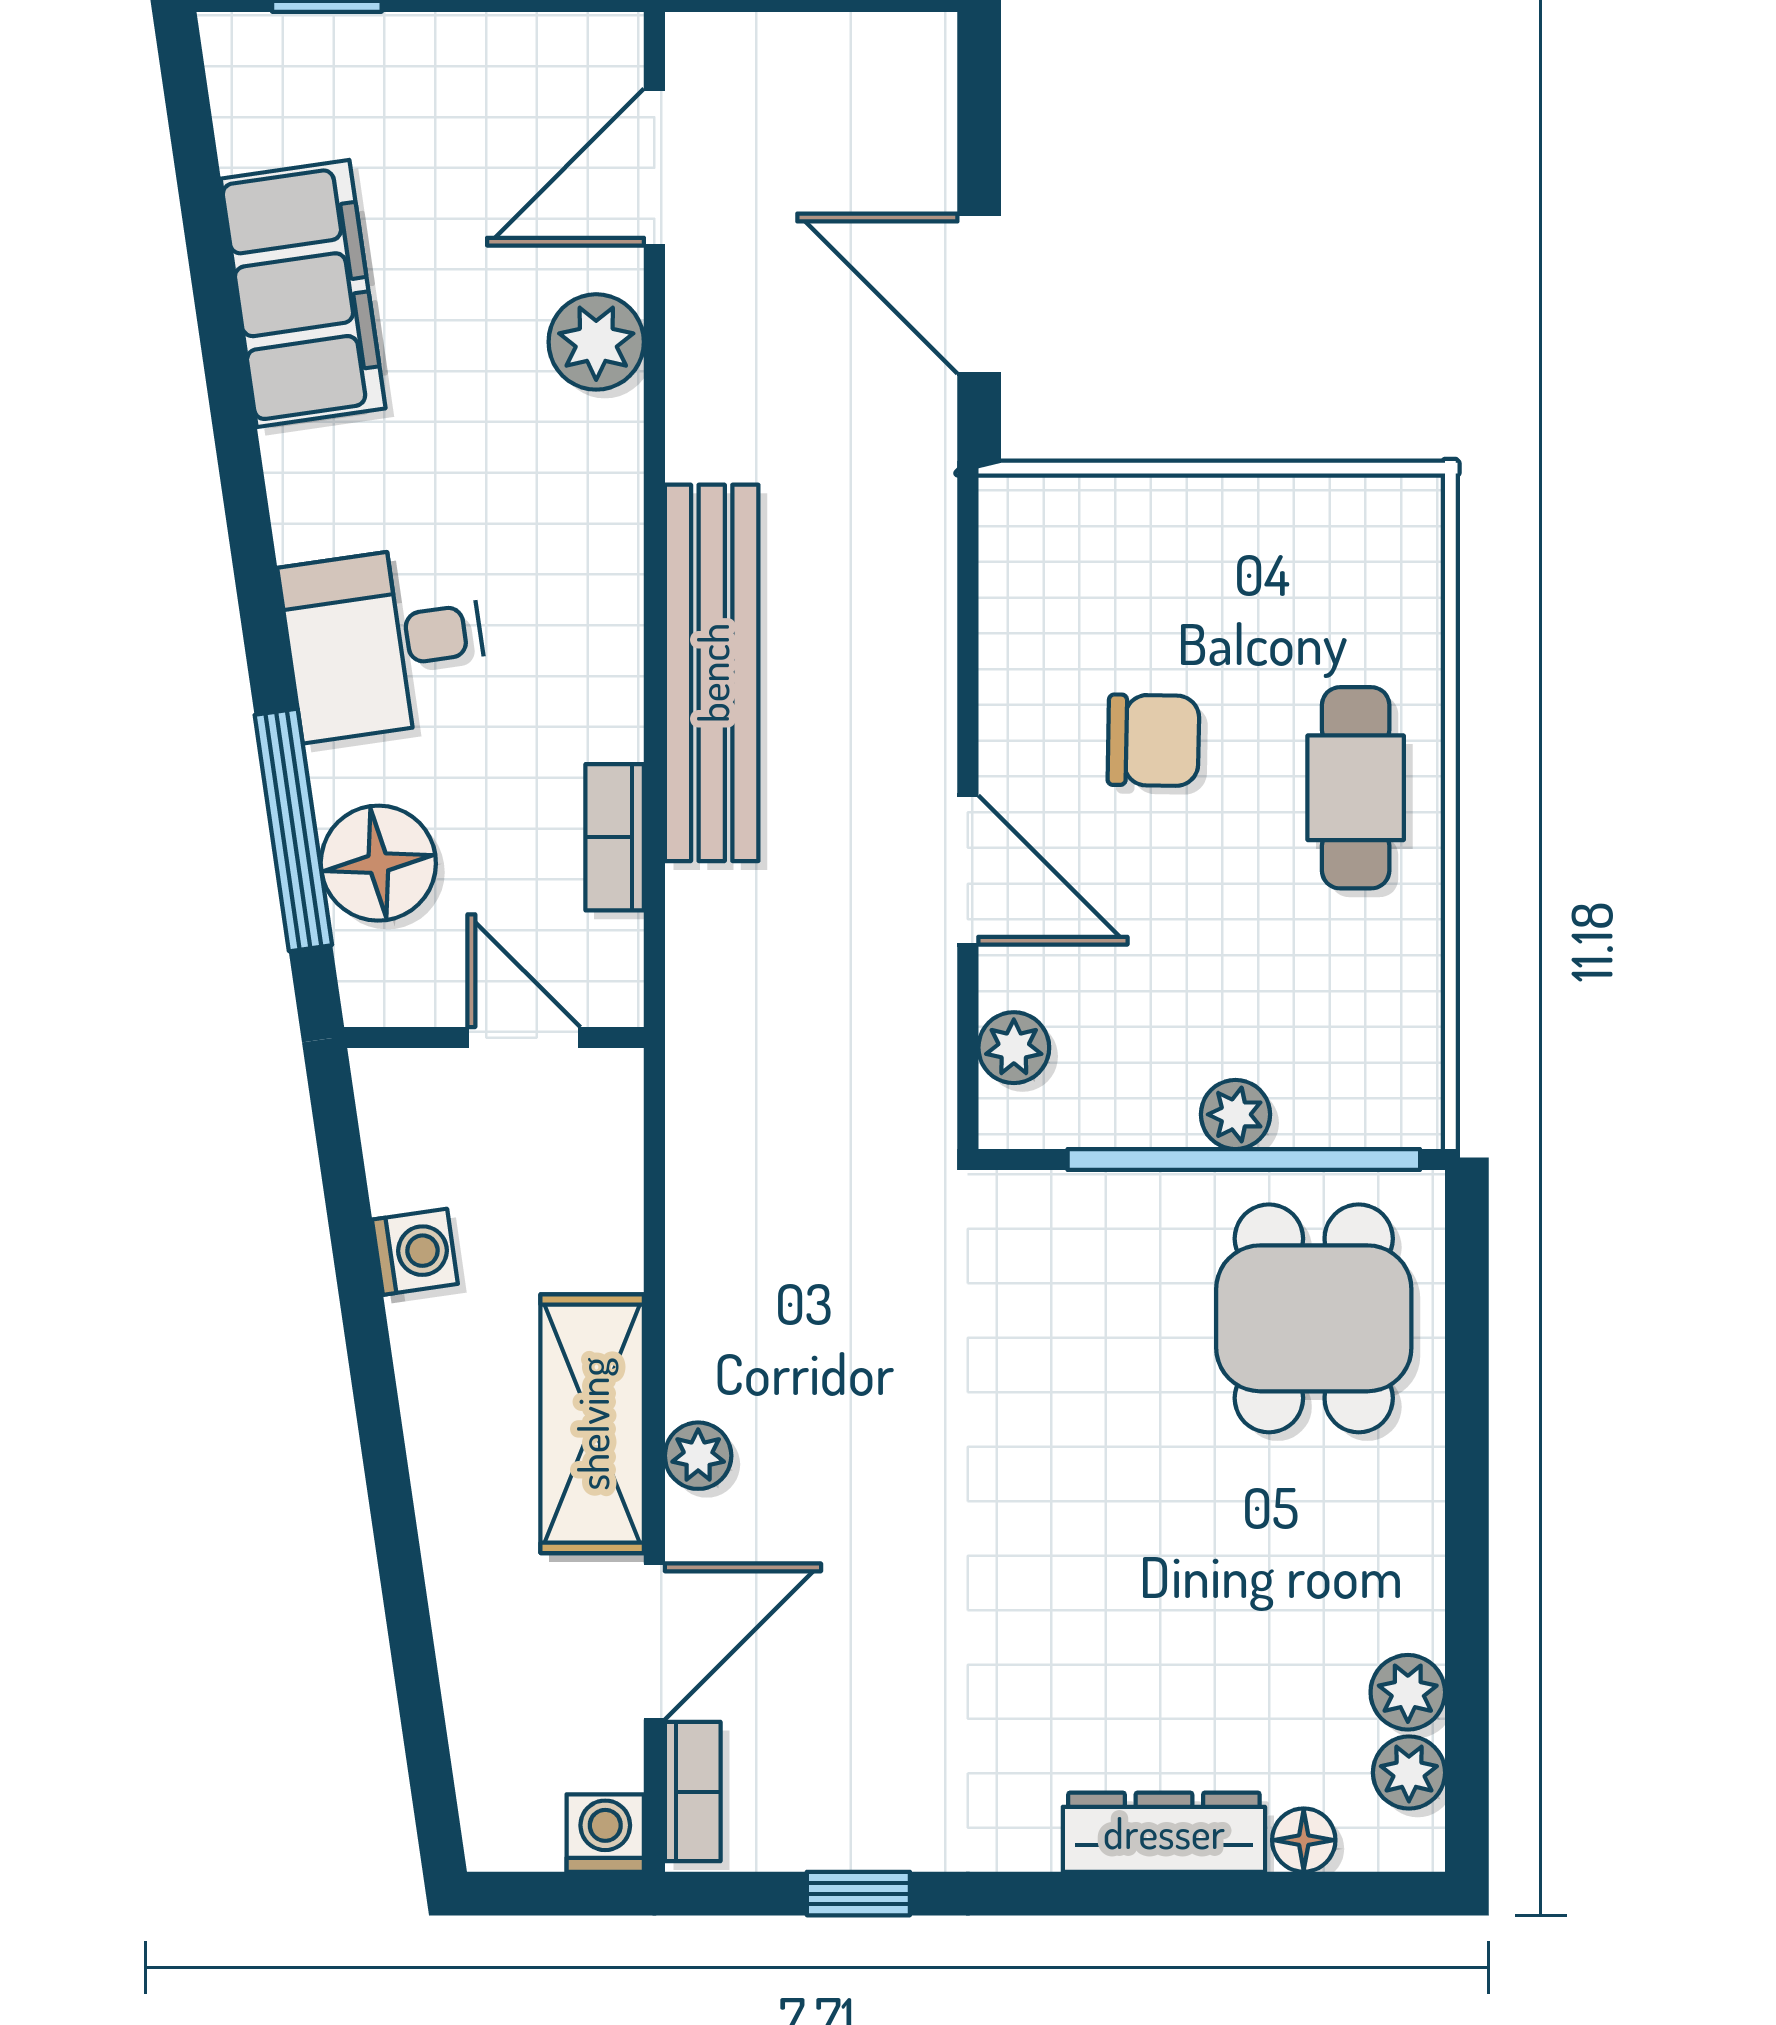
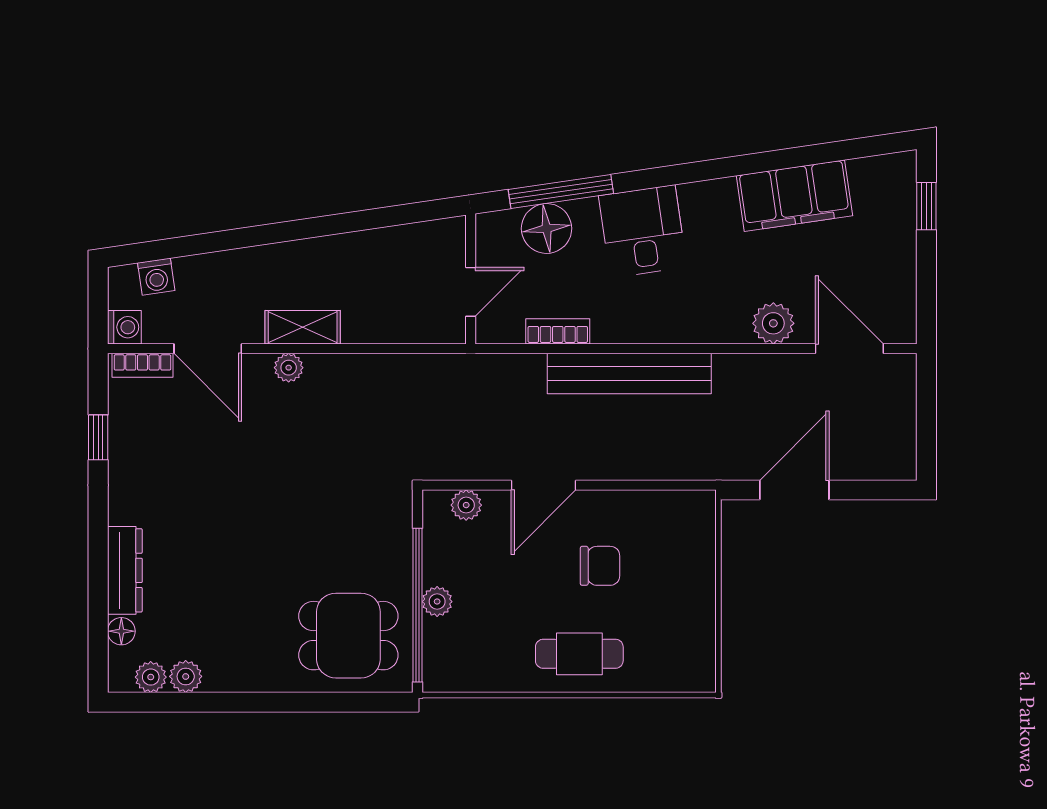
chair: (1153, 740) -> (600, 566), turned -91
washing machine: (415, 1252) -> (156, 277), moved
shelving: (592, 1424) -> (303, 327), width x0.67, depth x0.75

